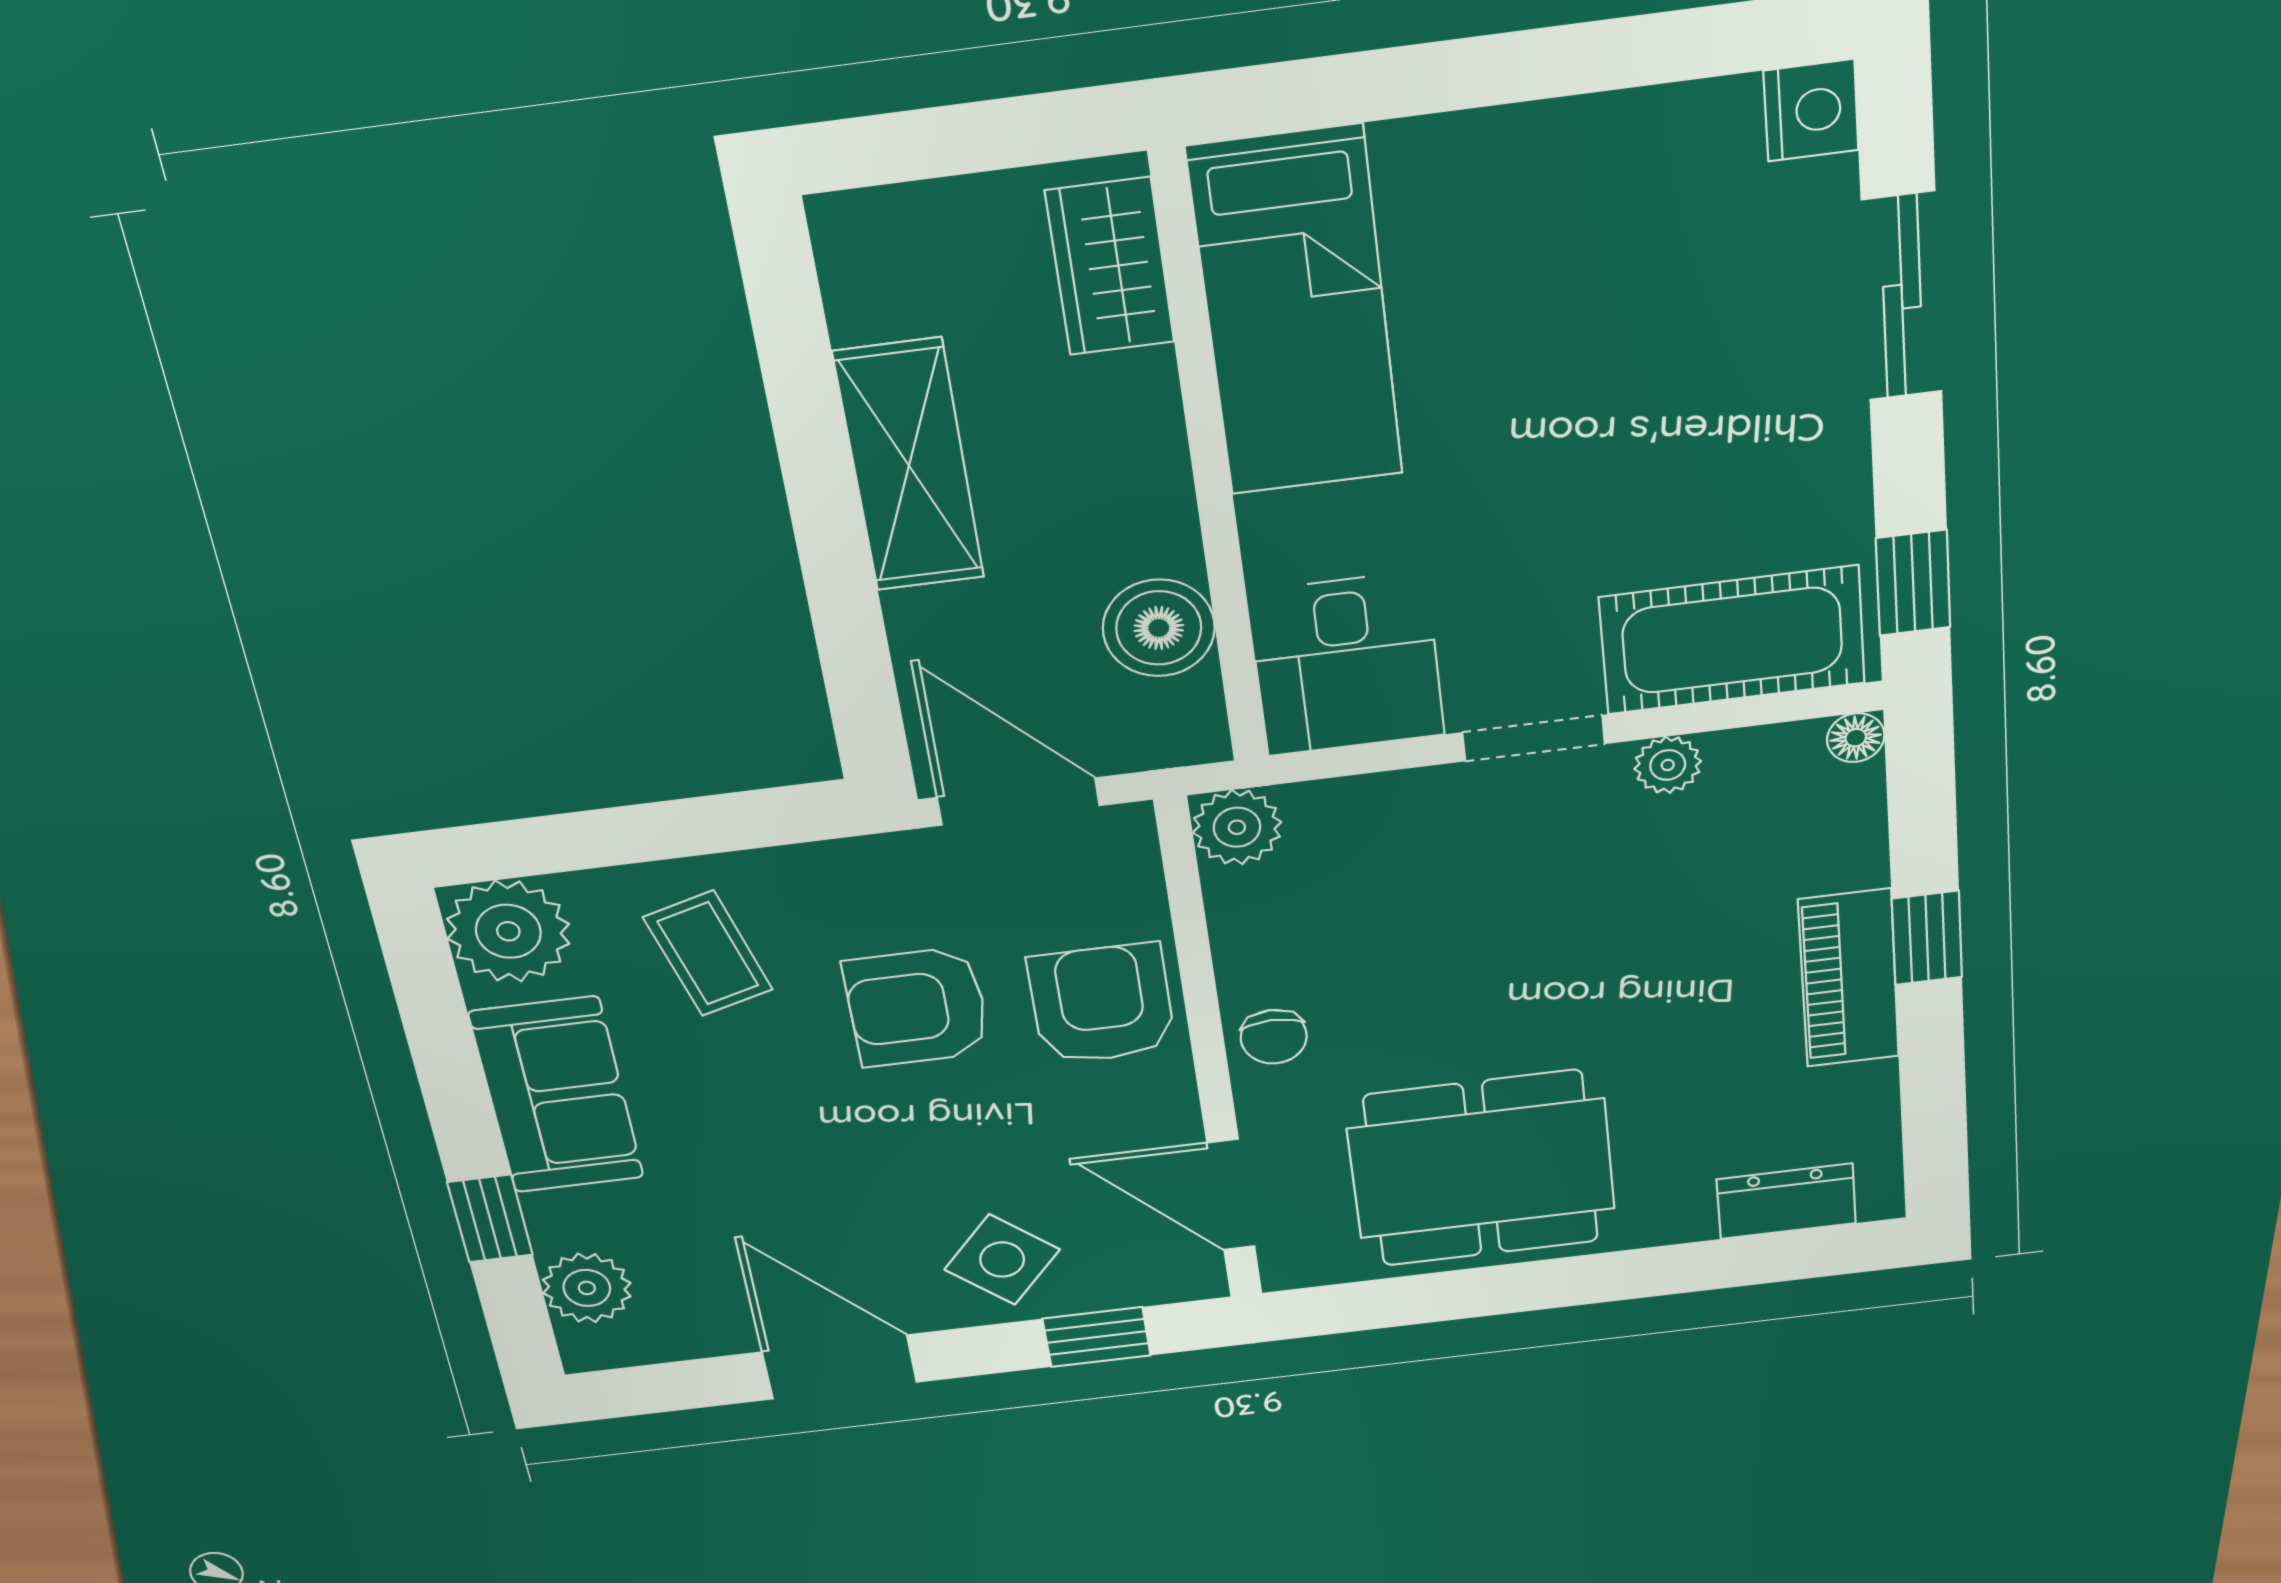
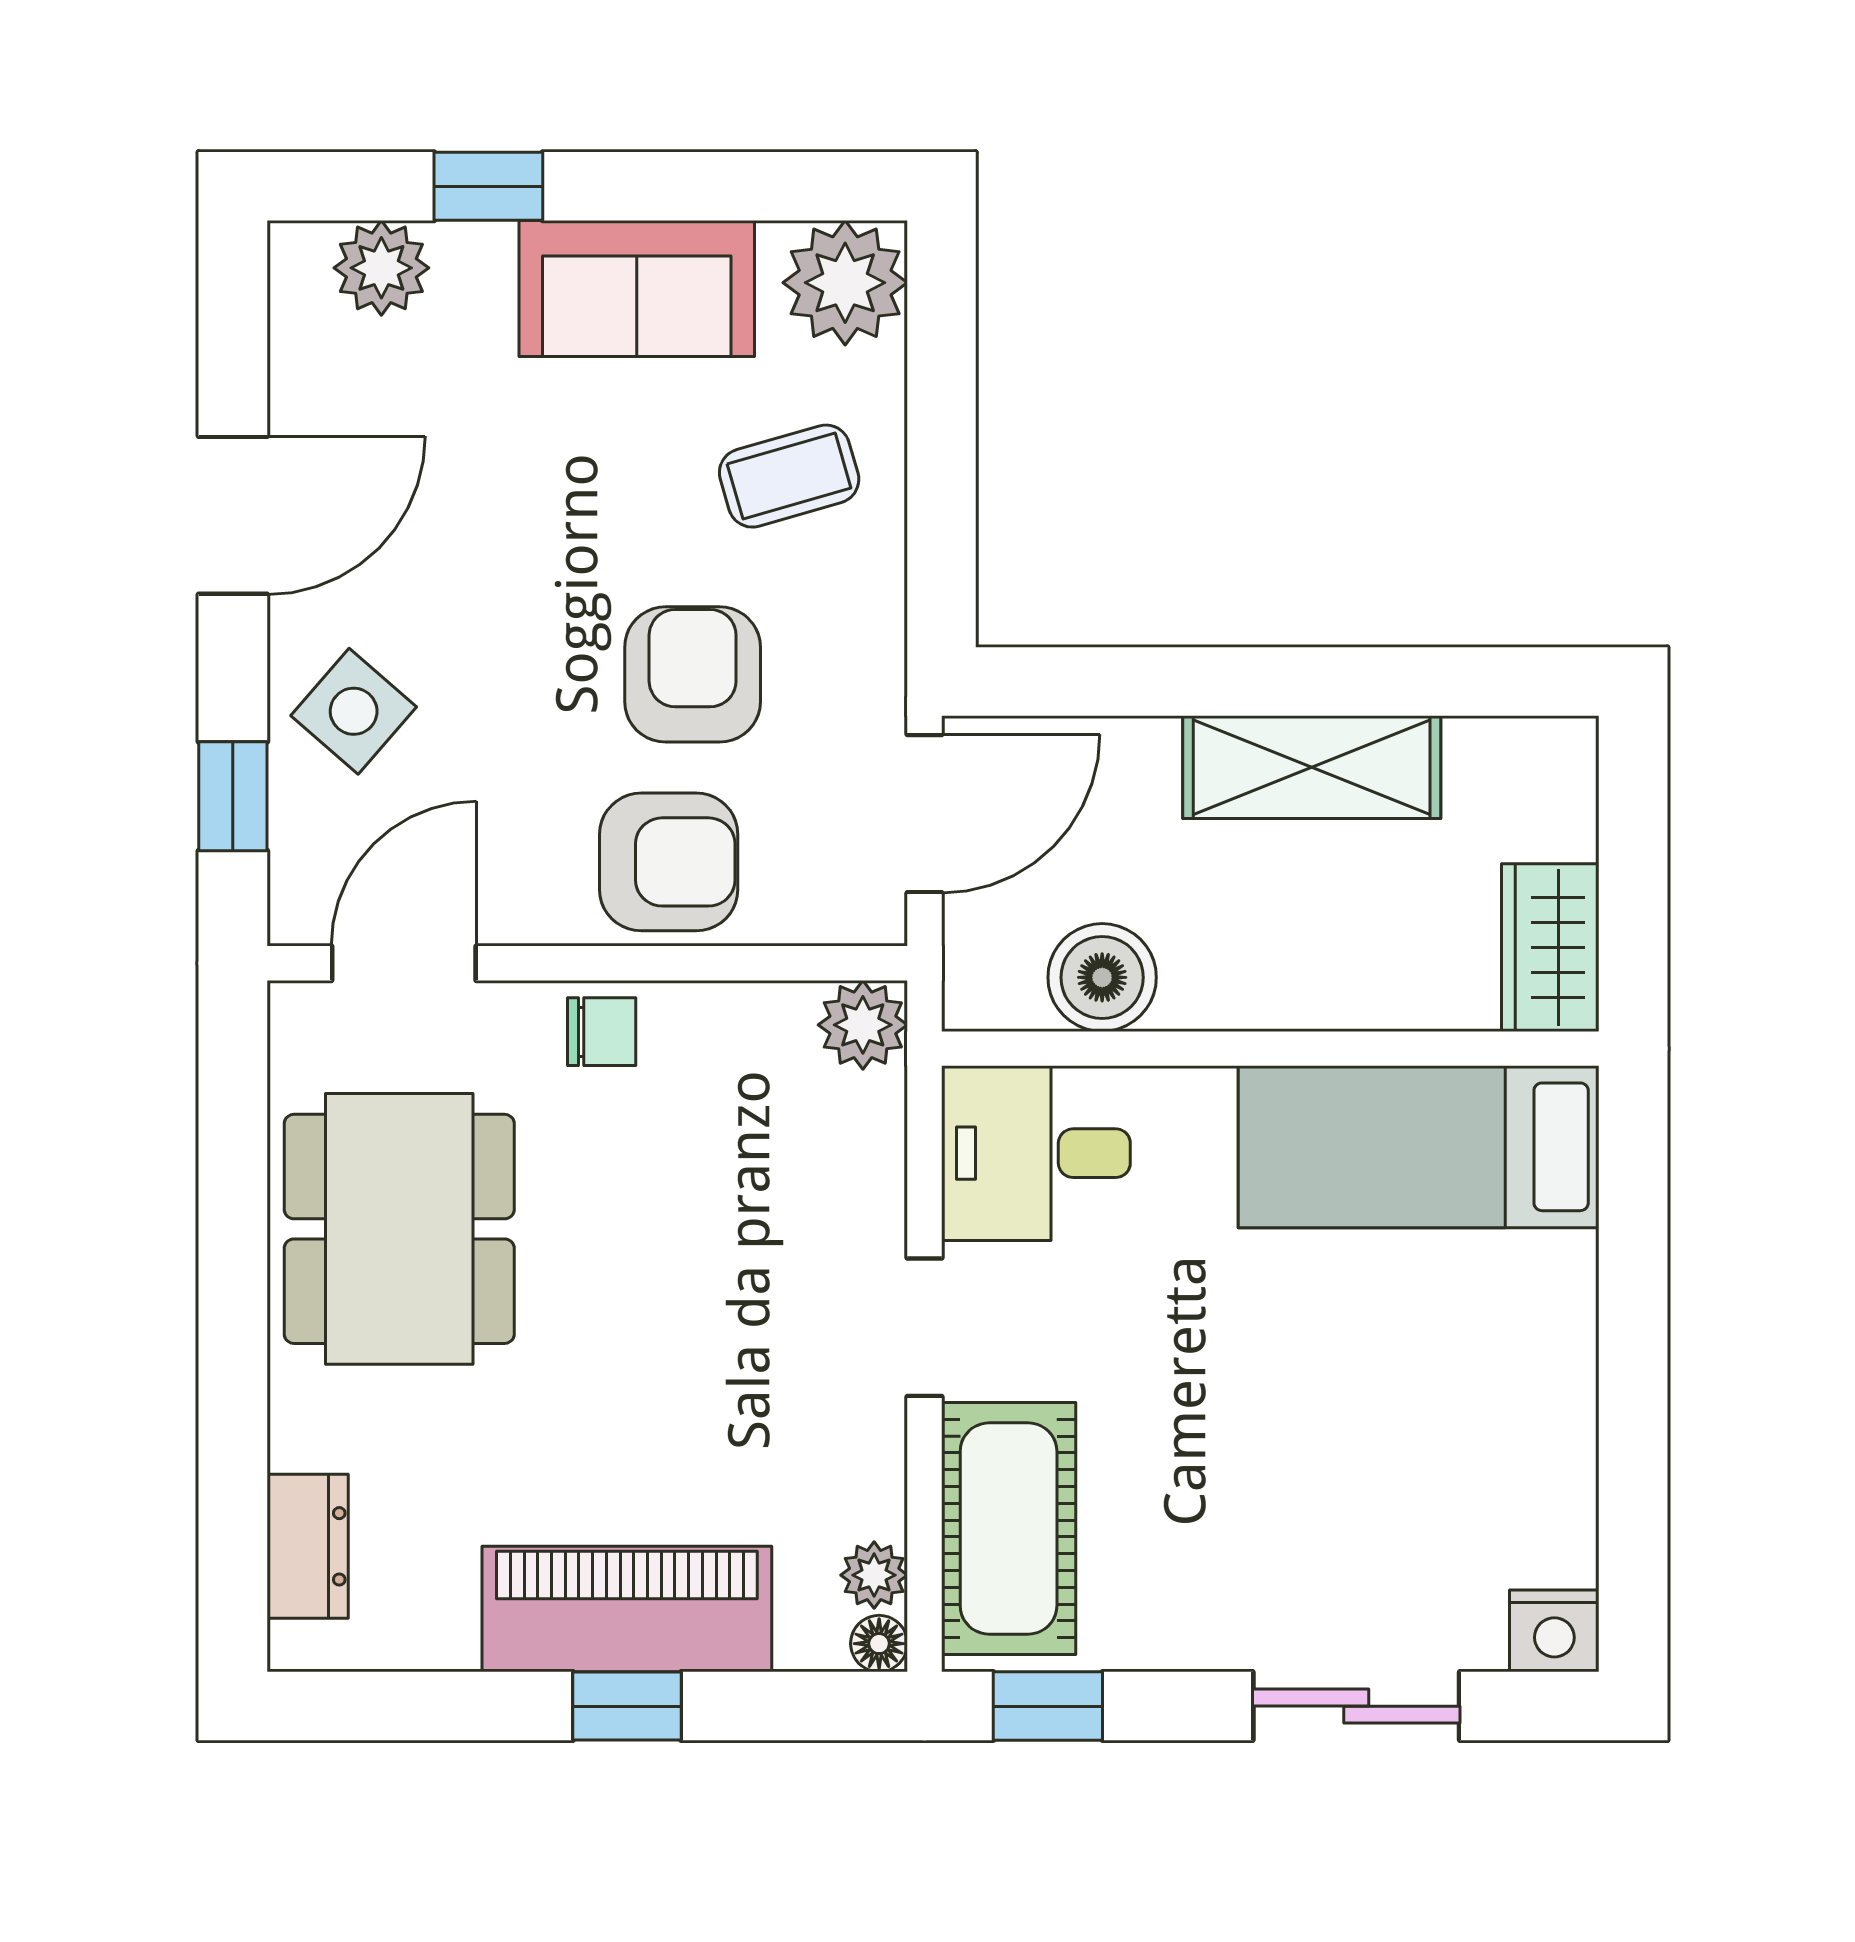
wardrobe: (1110, 267) -> (1550, 948), moved, turned -90
plant: (1668, 765) -> (874, 1575), moved
piano: (1849, 978) -> (627, 1609), width x1.37, depth x1.33
chair: (1274, 1037) -> (602, 1032), turned 180

